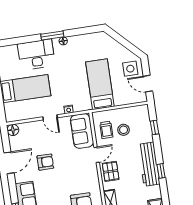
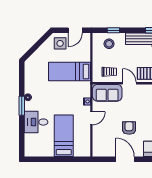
desk: (36, 55) -> (36, 122), width x0.73
floor lamp: (13, 130) -> (97, 152), removed
stool: (124, 130) -> (109, 44), moved

